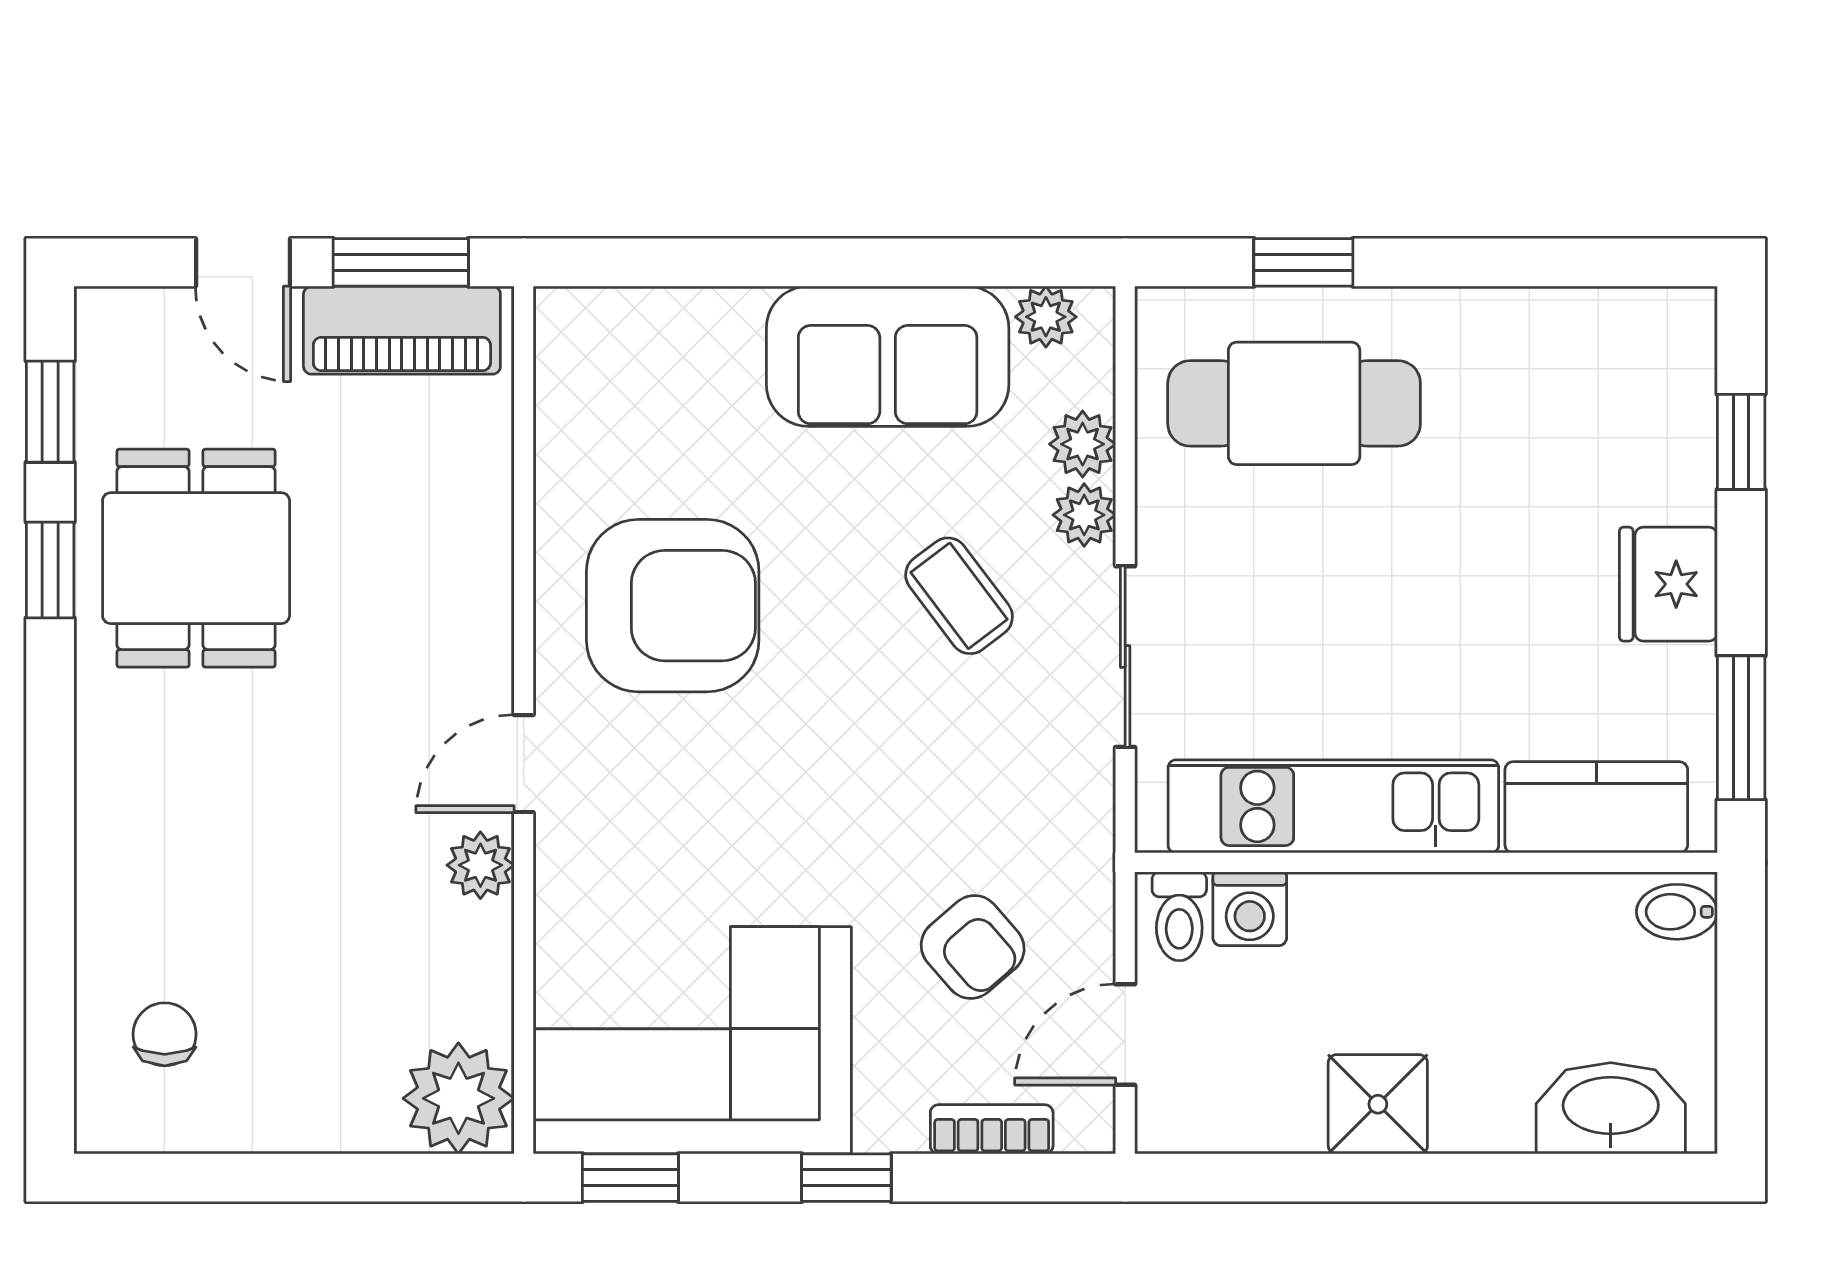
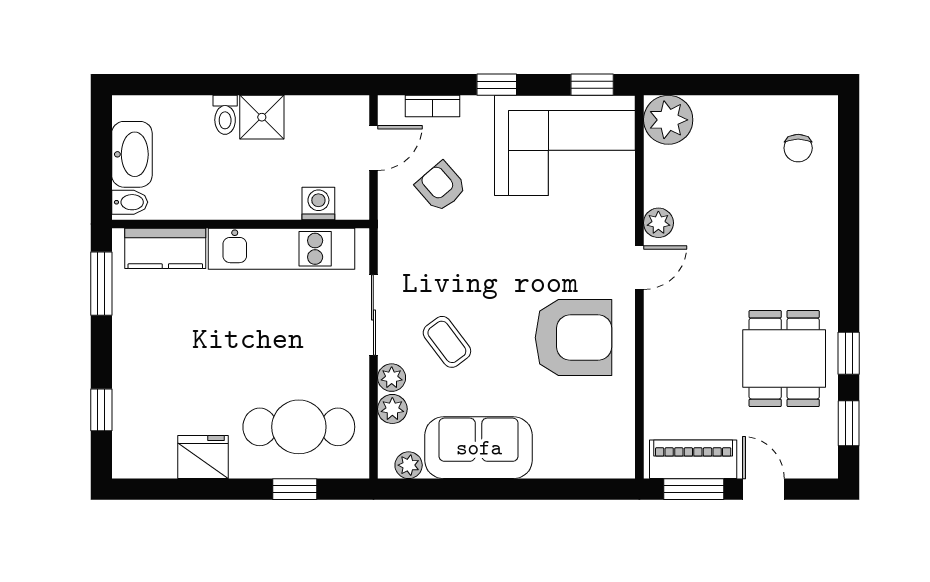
fridge: (1668, 584) -> (203, 457), moved, turned -90
armchair: (673, 606) -> (574, 338), turned 180
toilet: (1179, 916) -> (225, 115), moved, turned 180
washbasin: (1611, 1108) -> (132, 154), moved, turned -90

